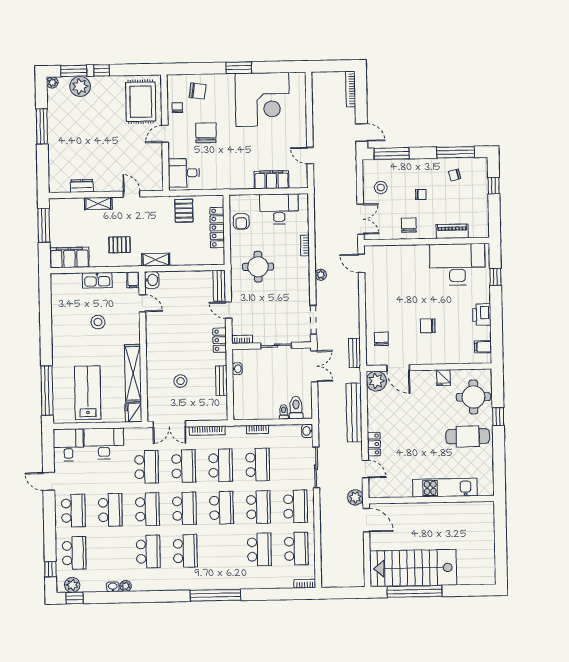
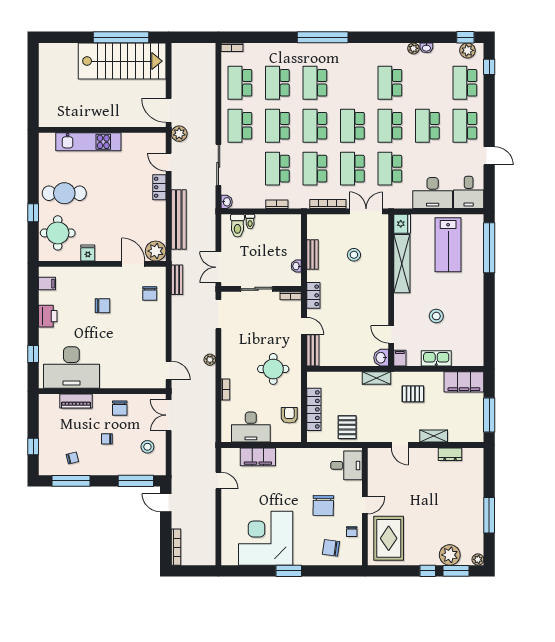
school desk: (185, 551) -> (315, 83), moved

